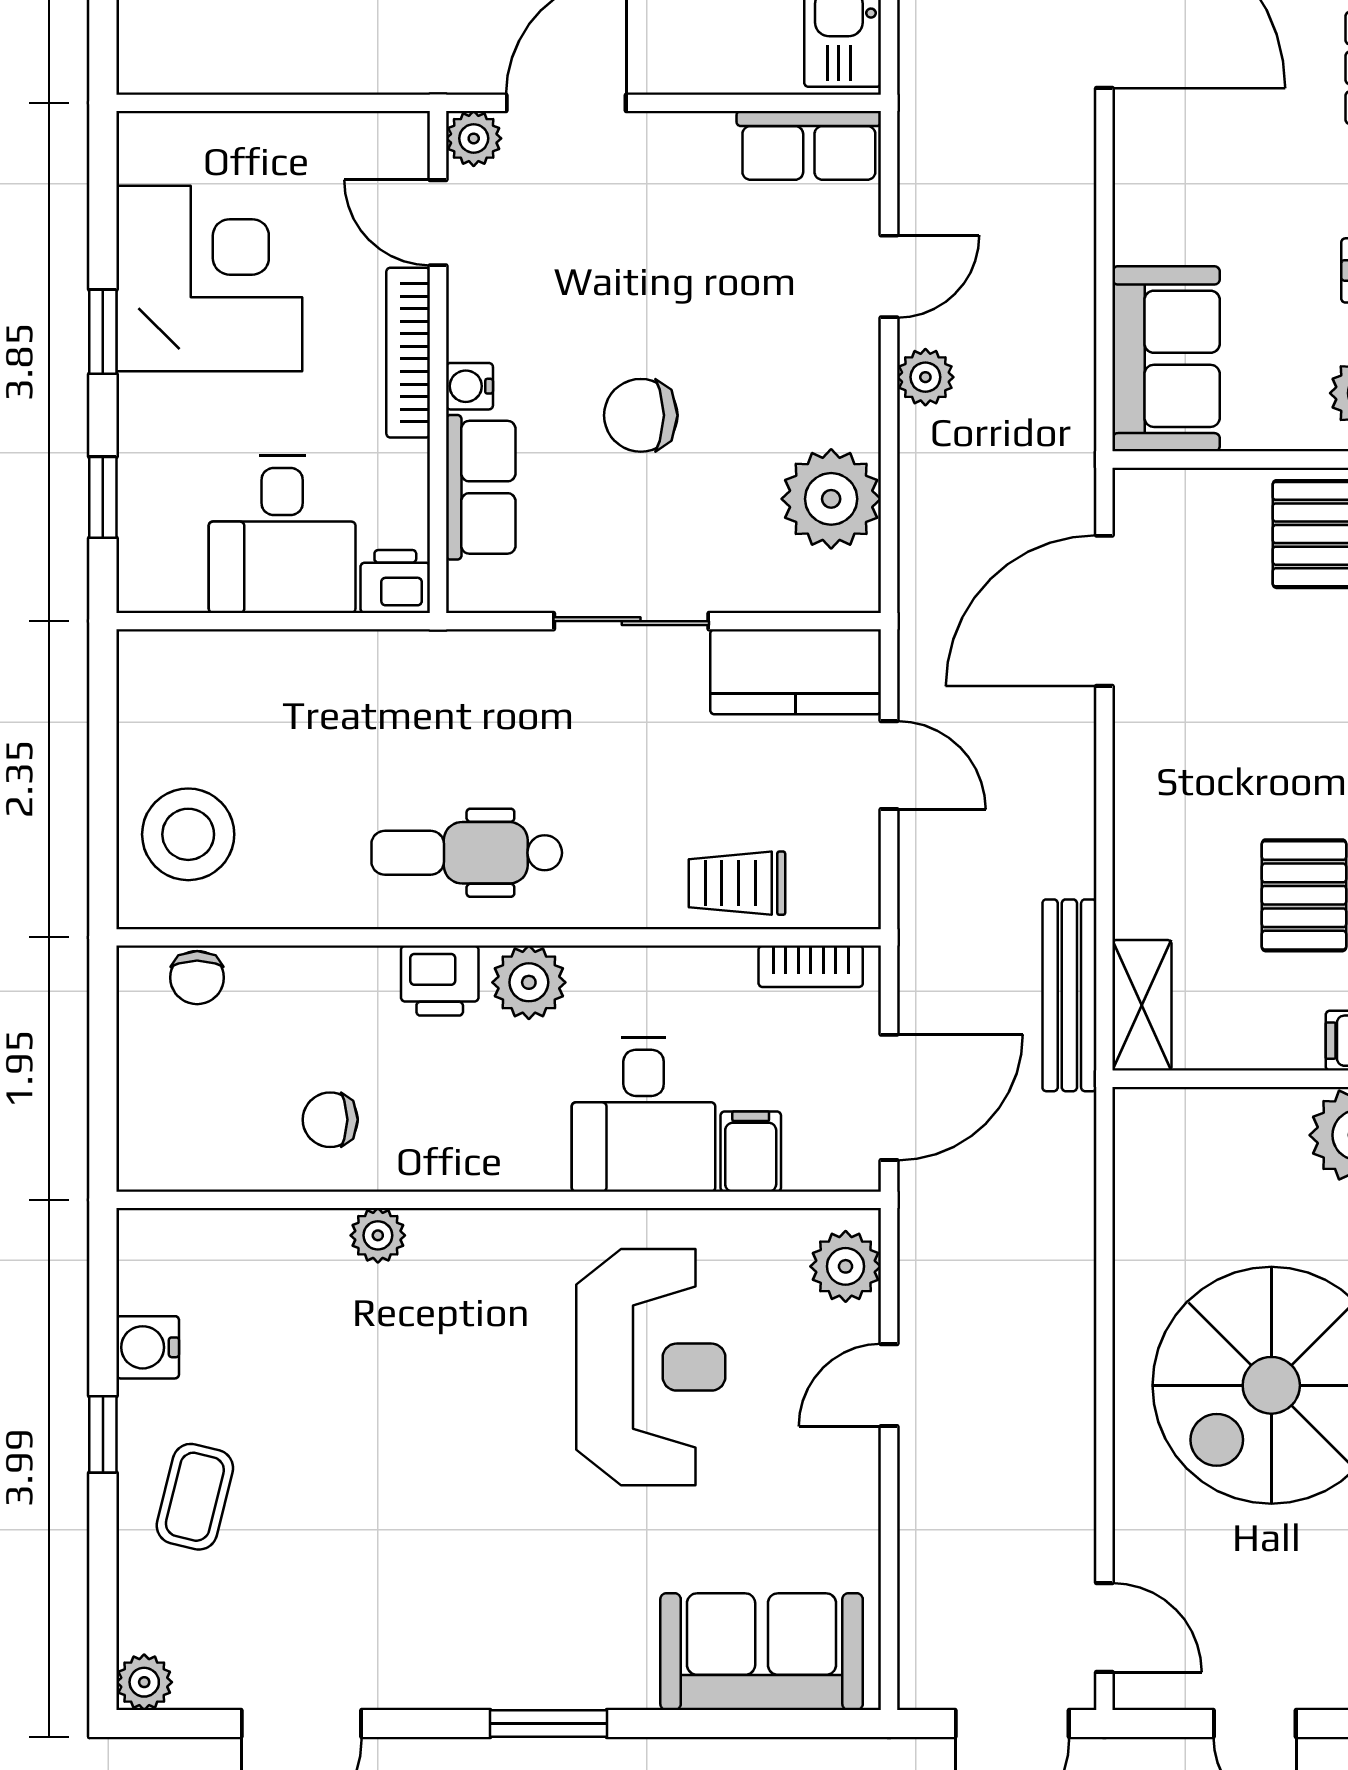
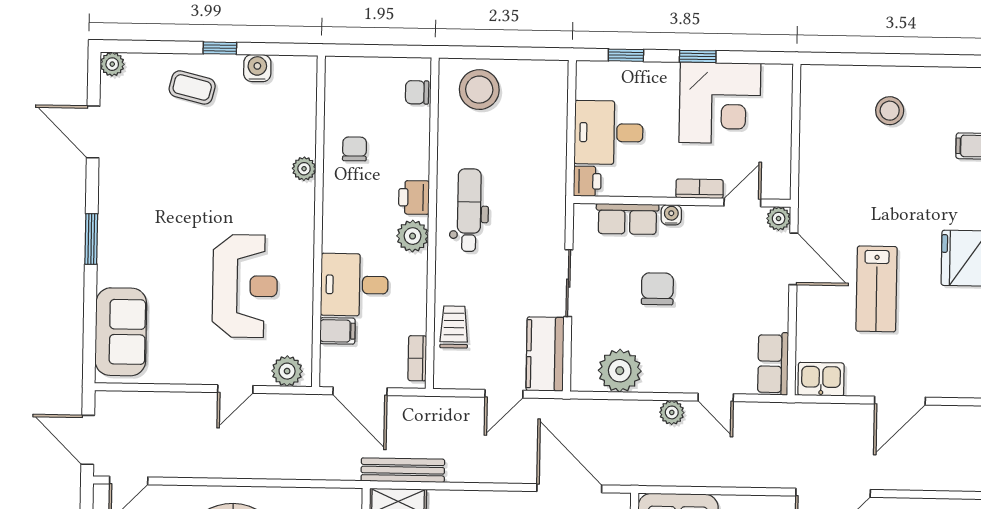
bookcase: (408, 353) -> (700, 189), width x0.64
reception desk: (651, 1367) -> (245, 286), turned -90
door: (889, 1385) -> (235, 389), swing flipped

